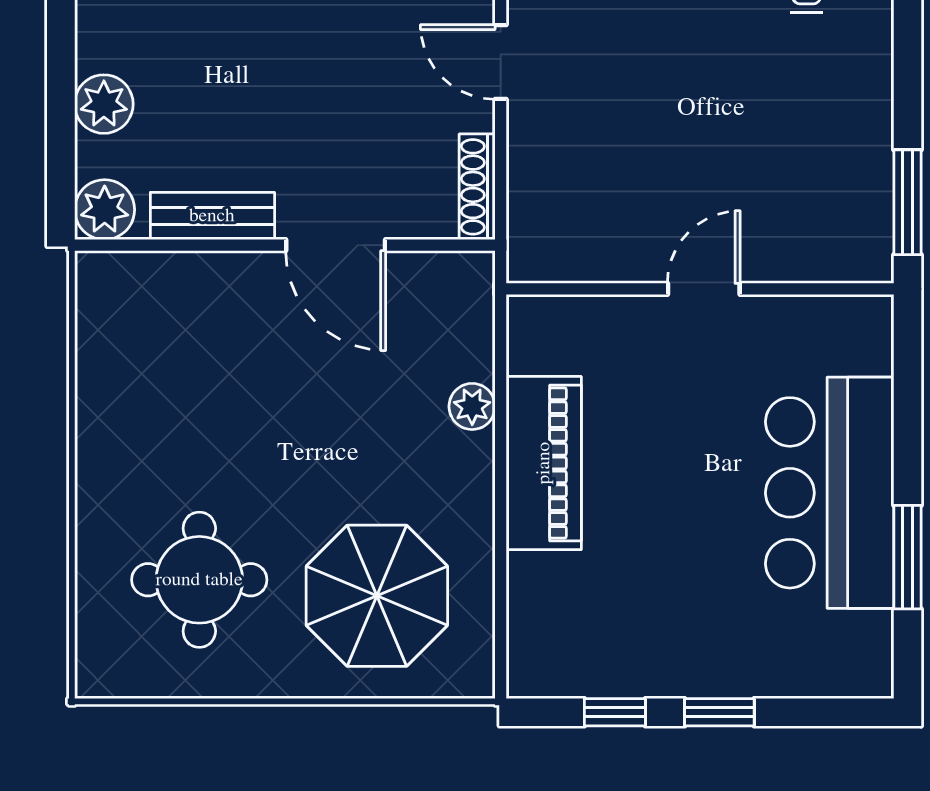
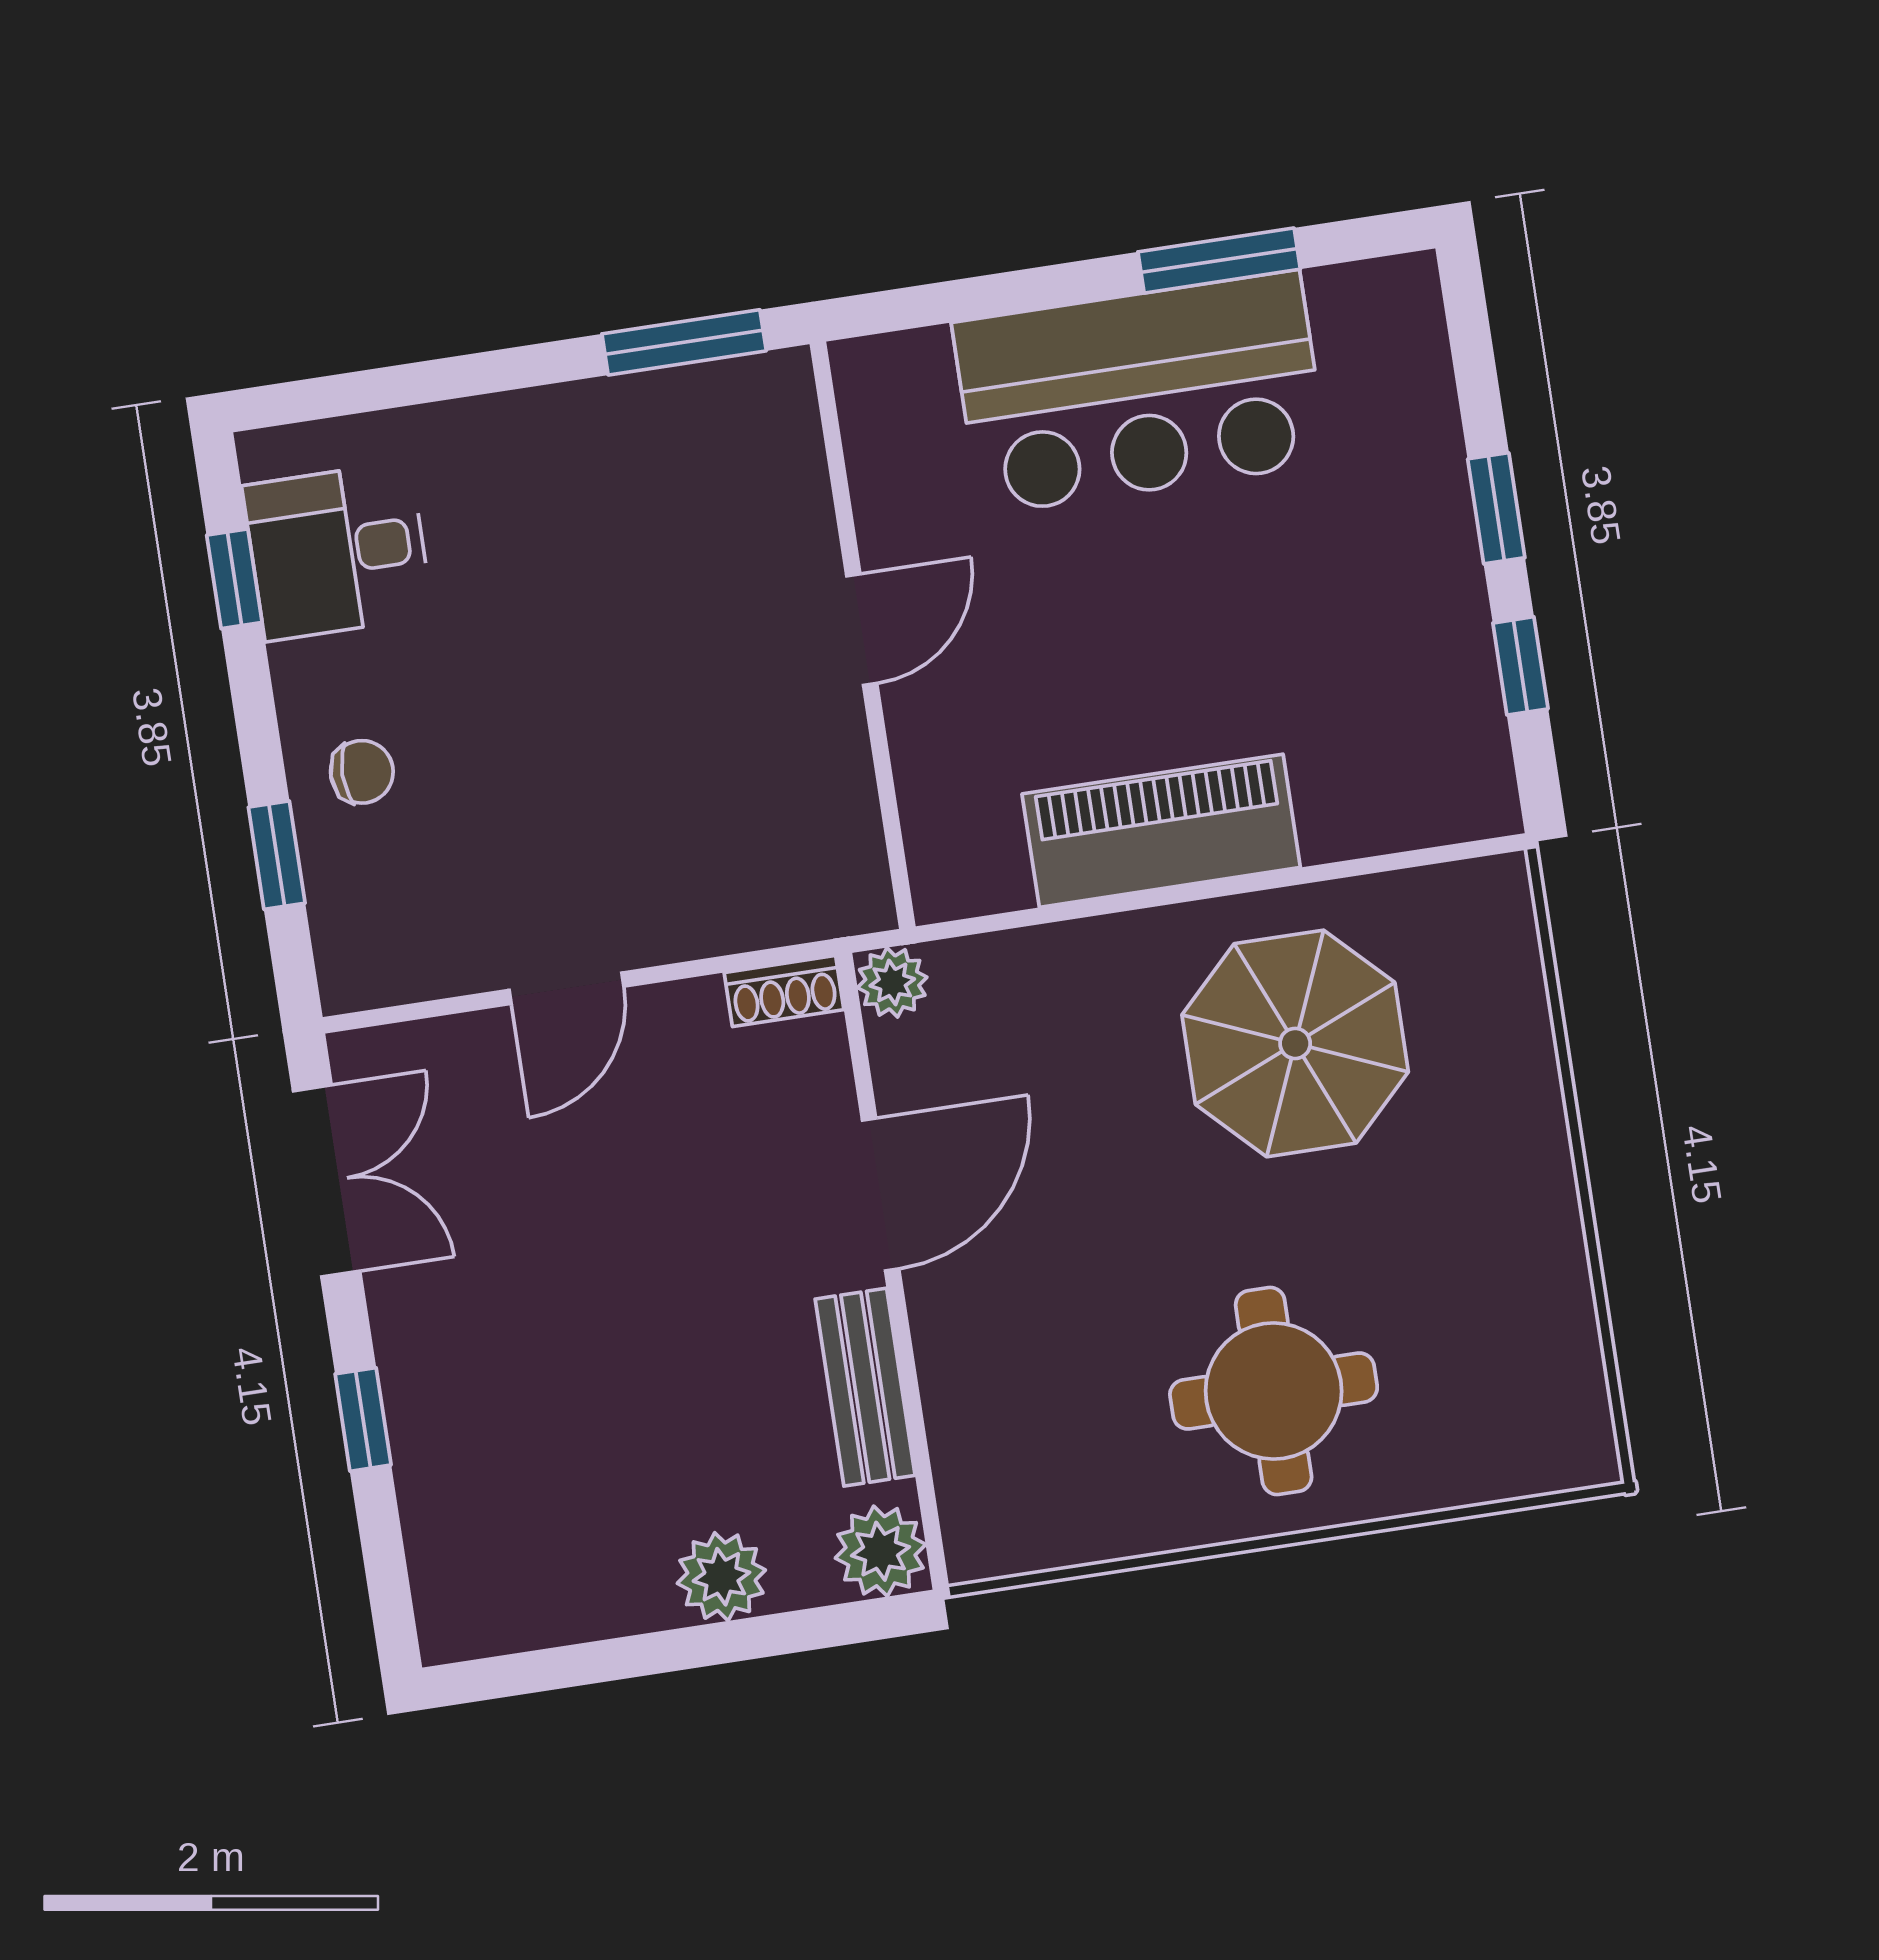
shoe rack: (477, 187) -> (784, 991), width x0.70
door: (704, 289) -> (862, 630), swing flipped
plant: (472, 406) -> (892, 982), moved
round table: (199, 580) -> (1274, 1391), moved
parasol: (377, 596) -> (1295, 1043), moved

